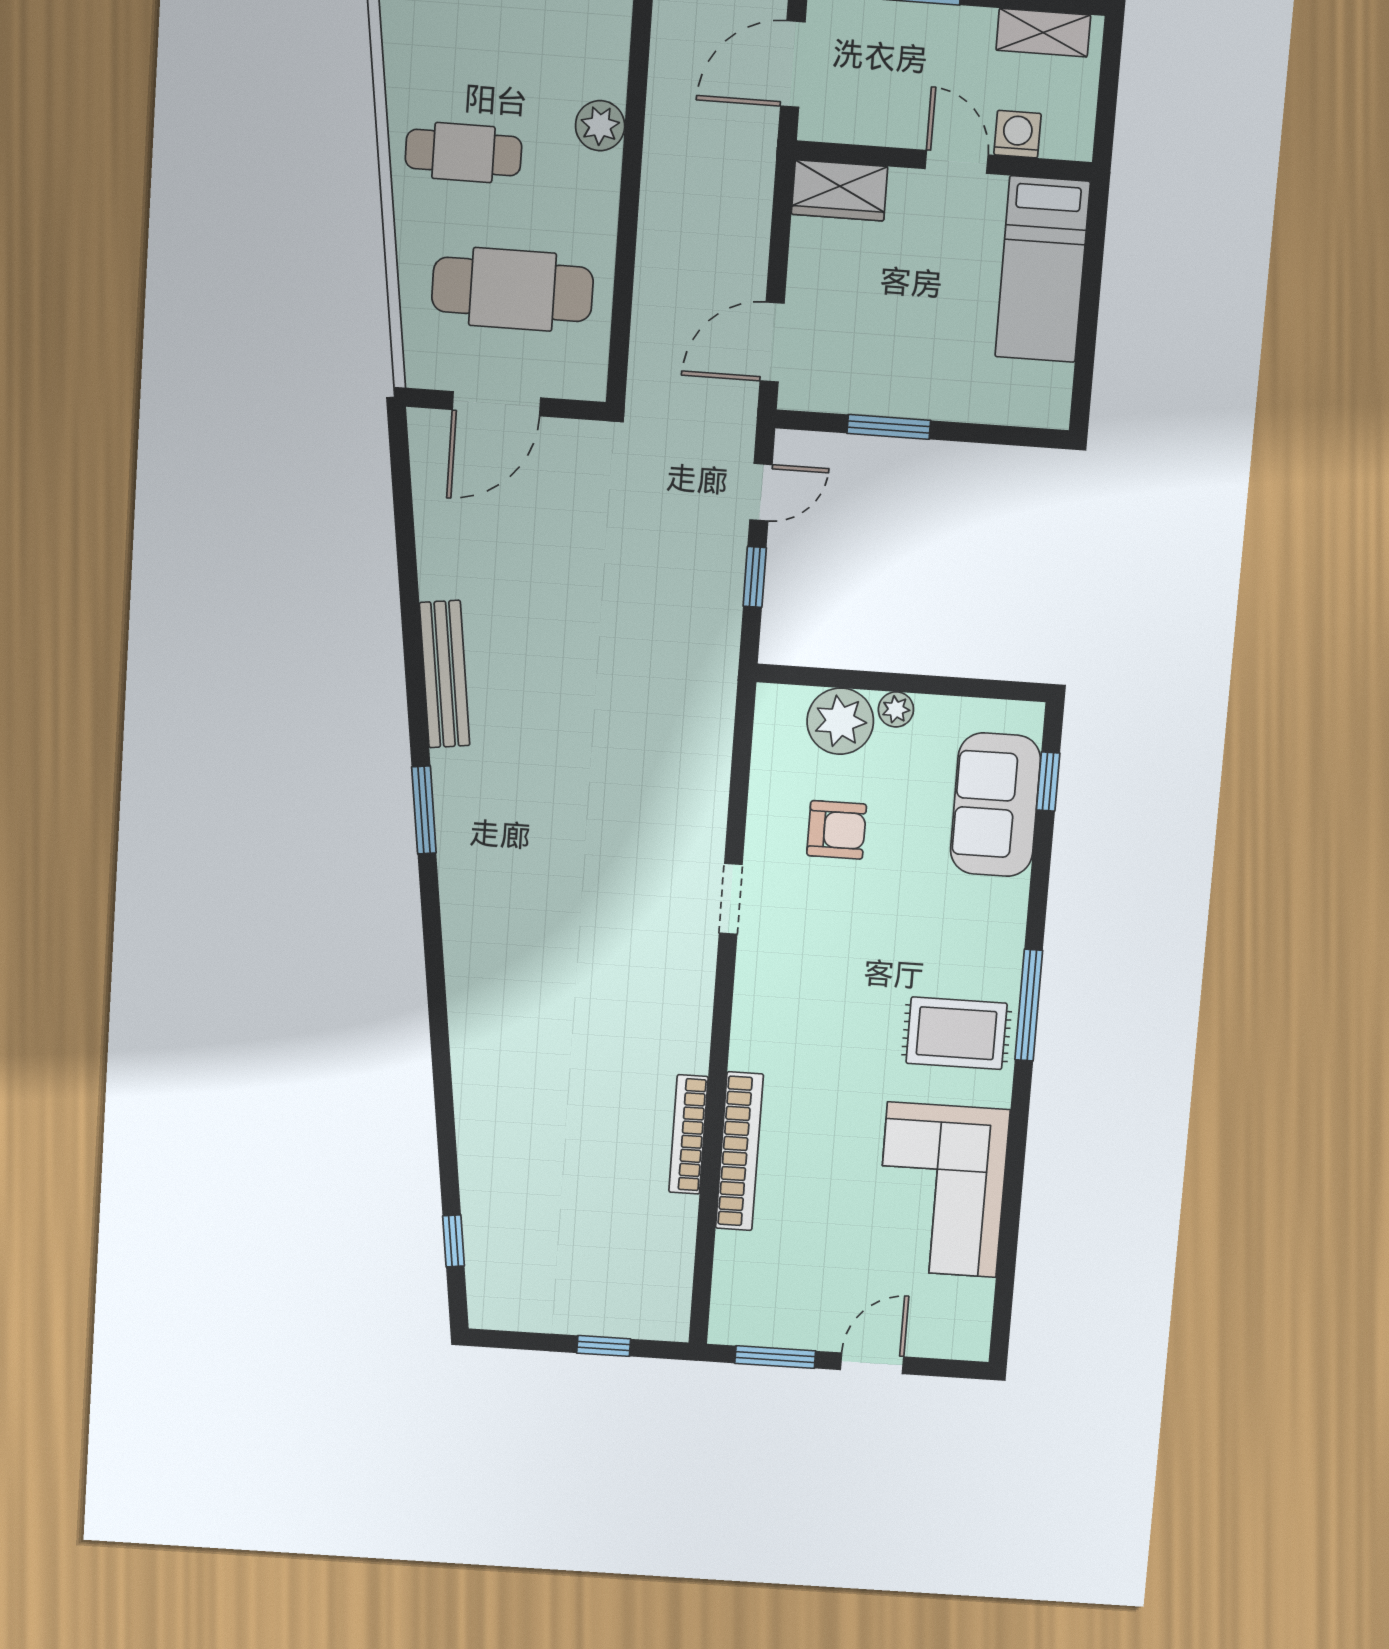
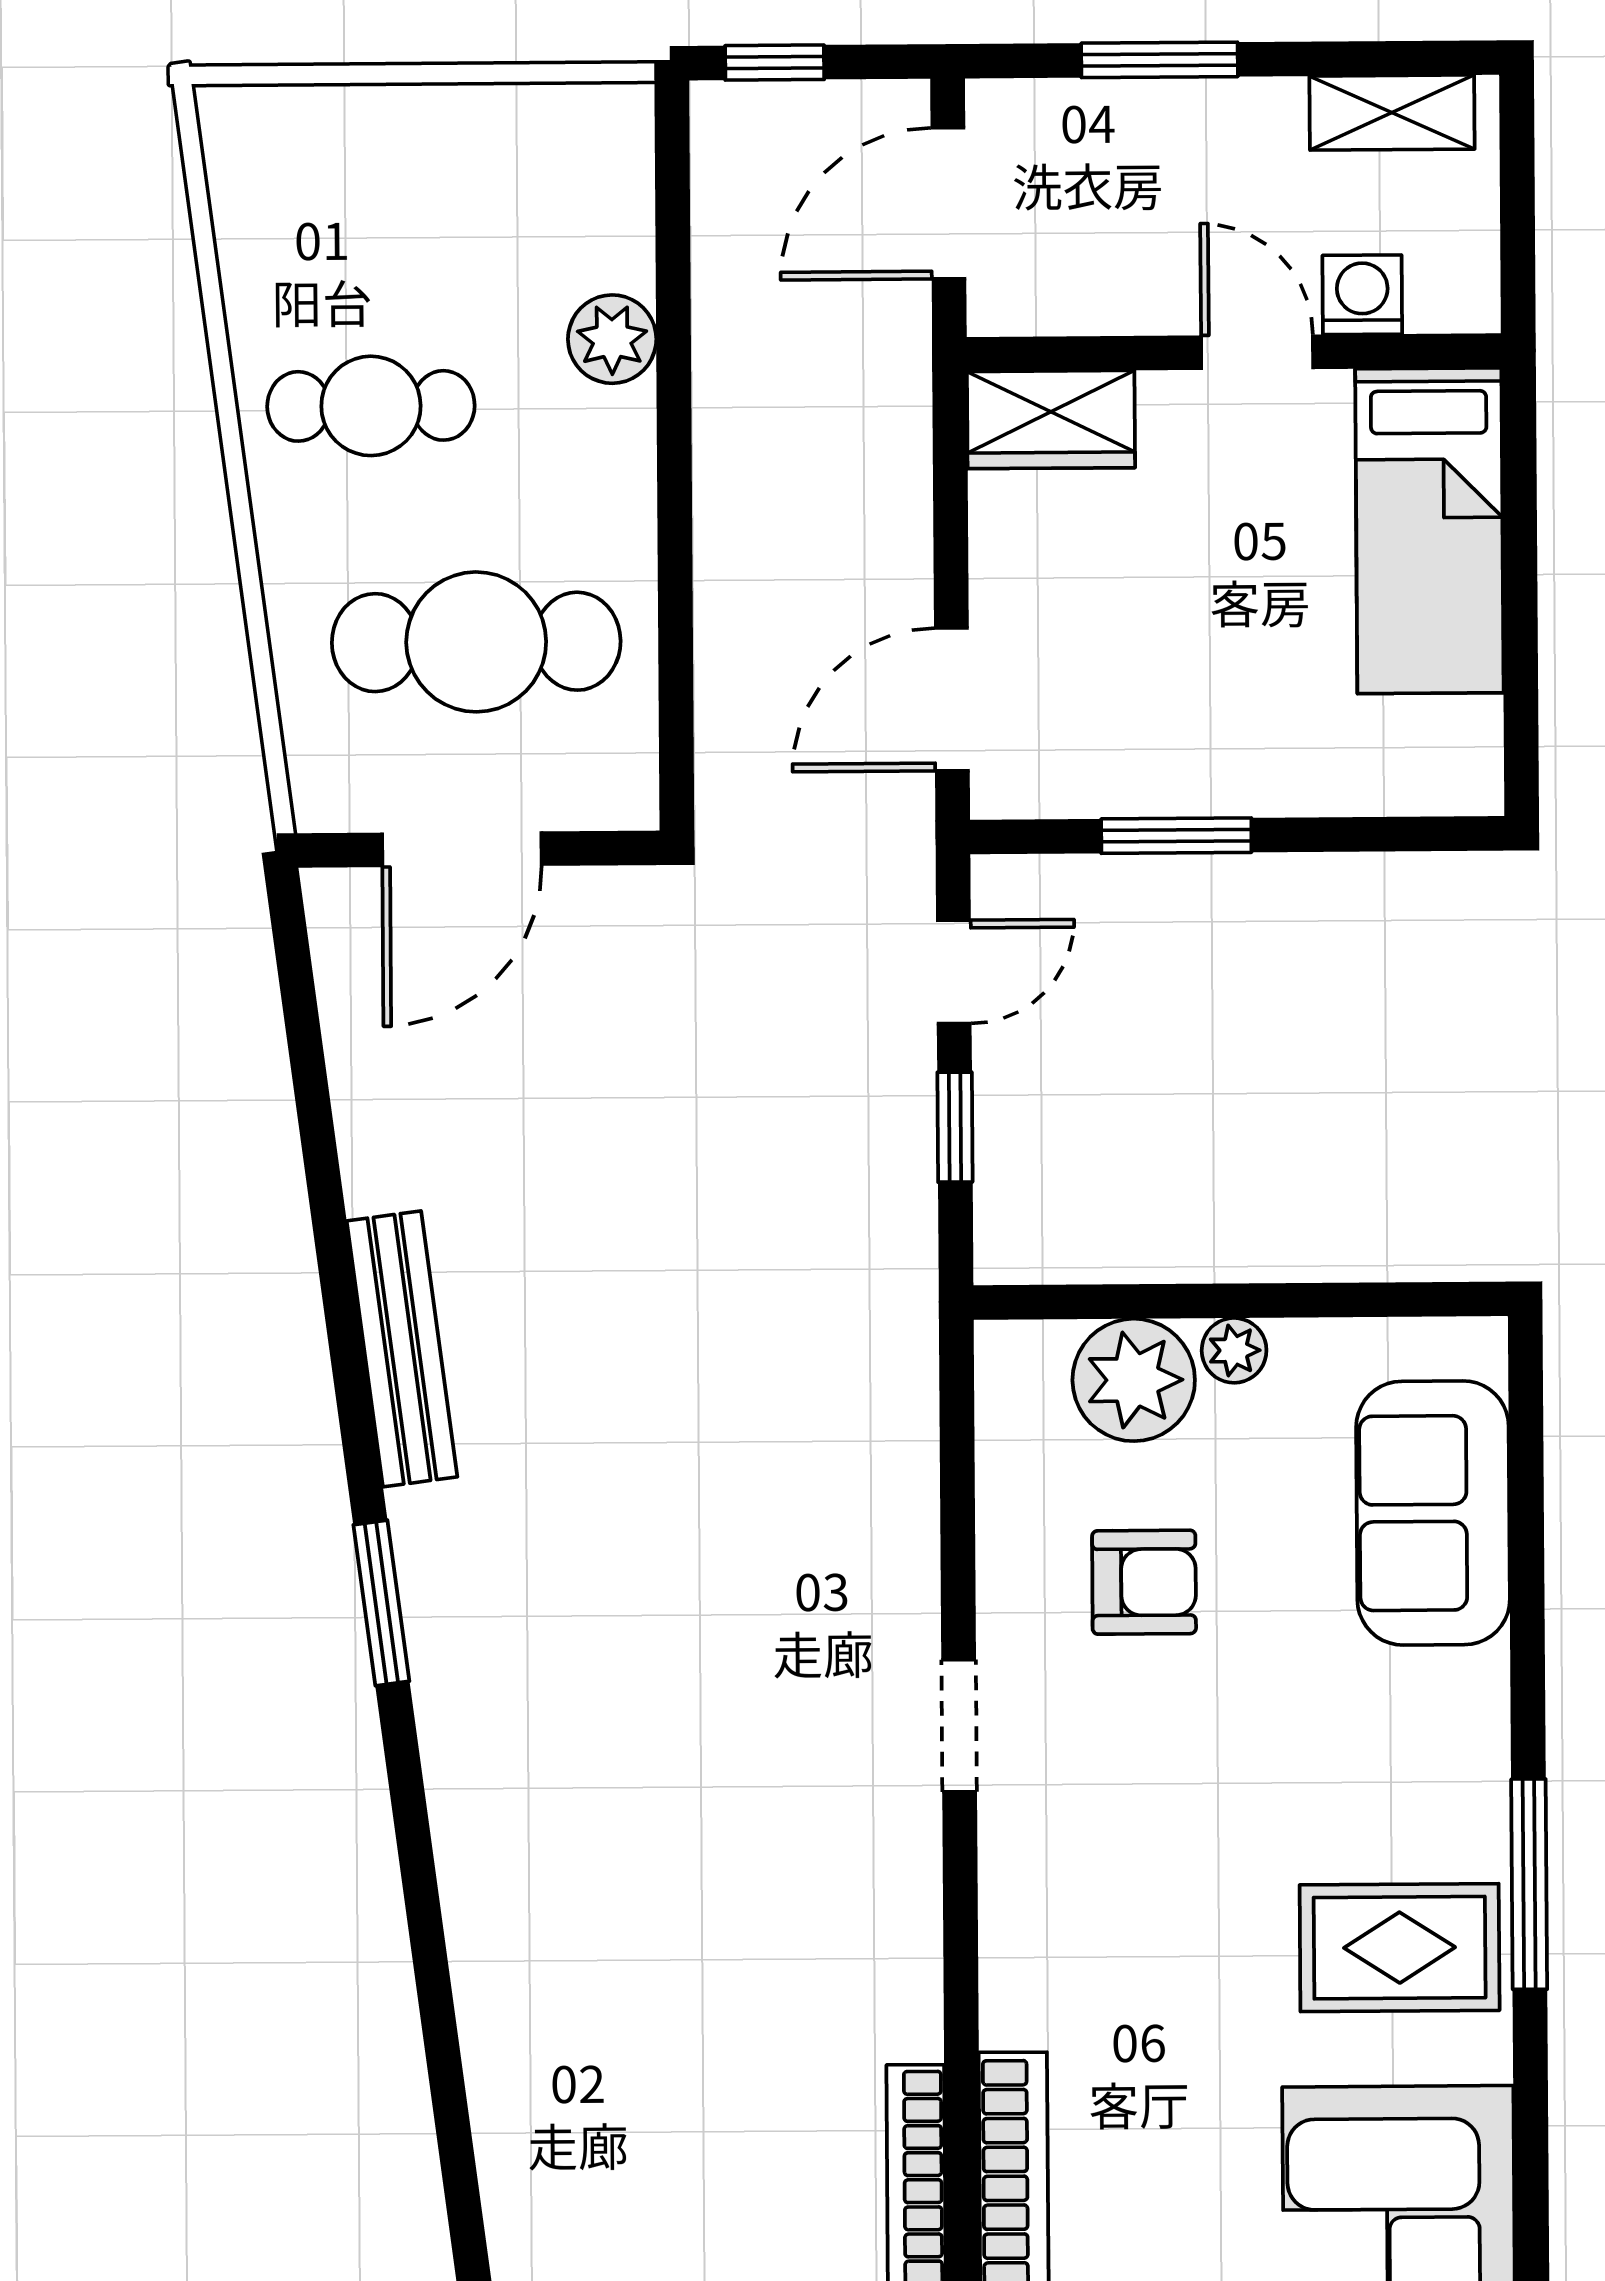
window: (1048, 781) -> (1526, 1462), removed

